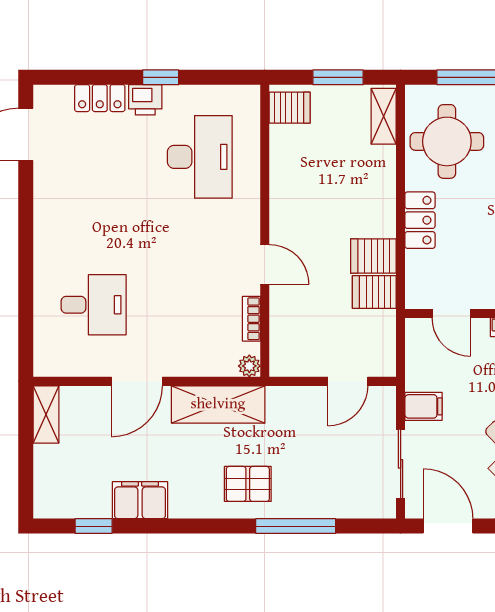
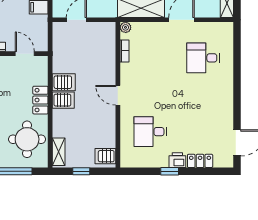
window: (338, 77) -> (81, 171), width x0.67
desk: (200, 157) -> (150, 132), width x0.73
door: (265, 264) -> (118, 95), moved
server rack: (374, 292) -> (63, 100), moved

